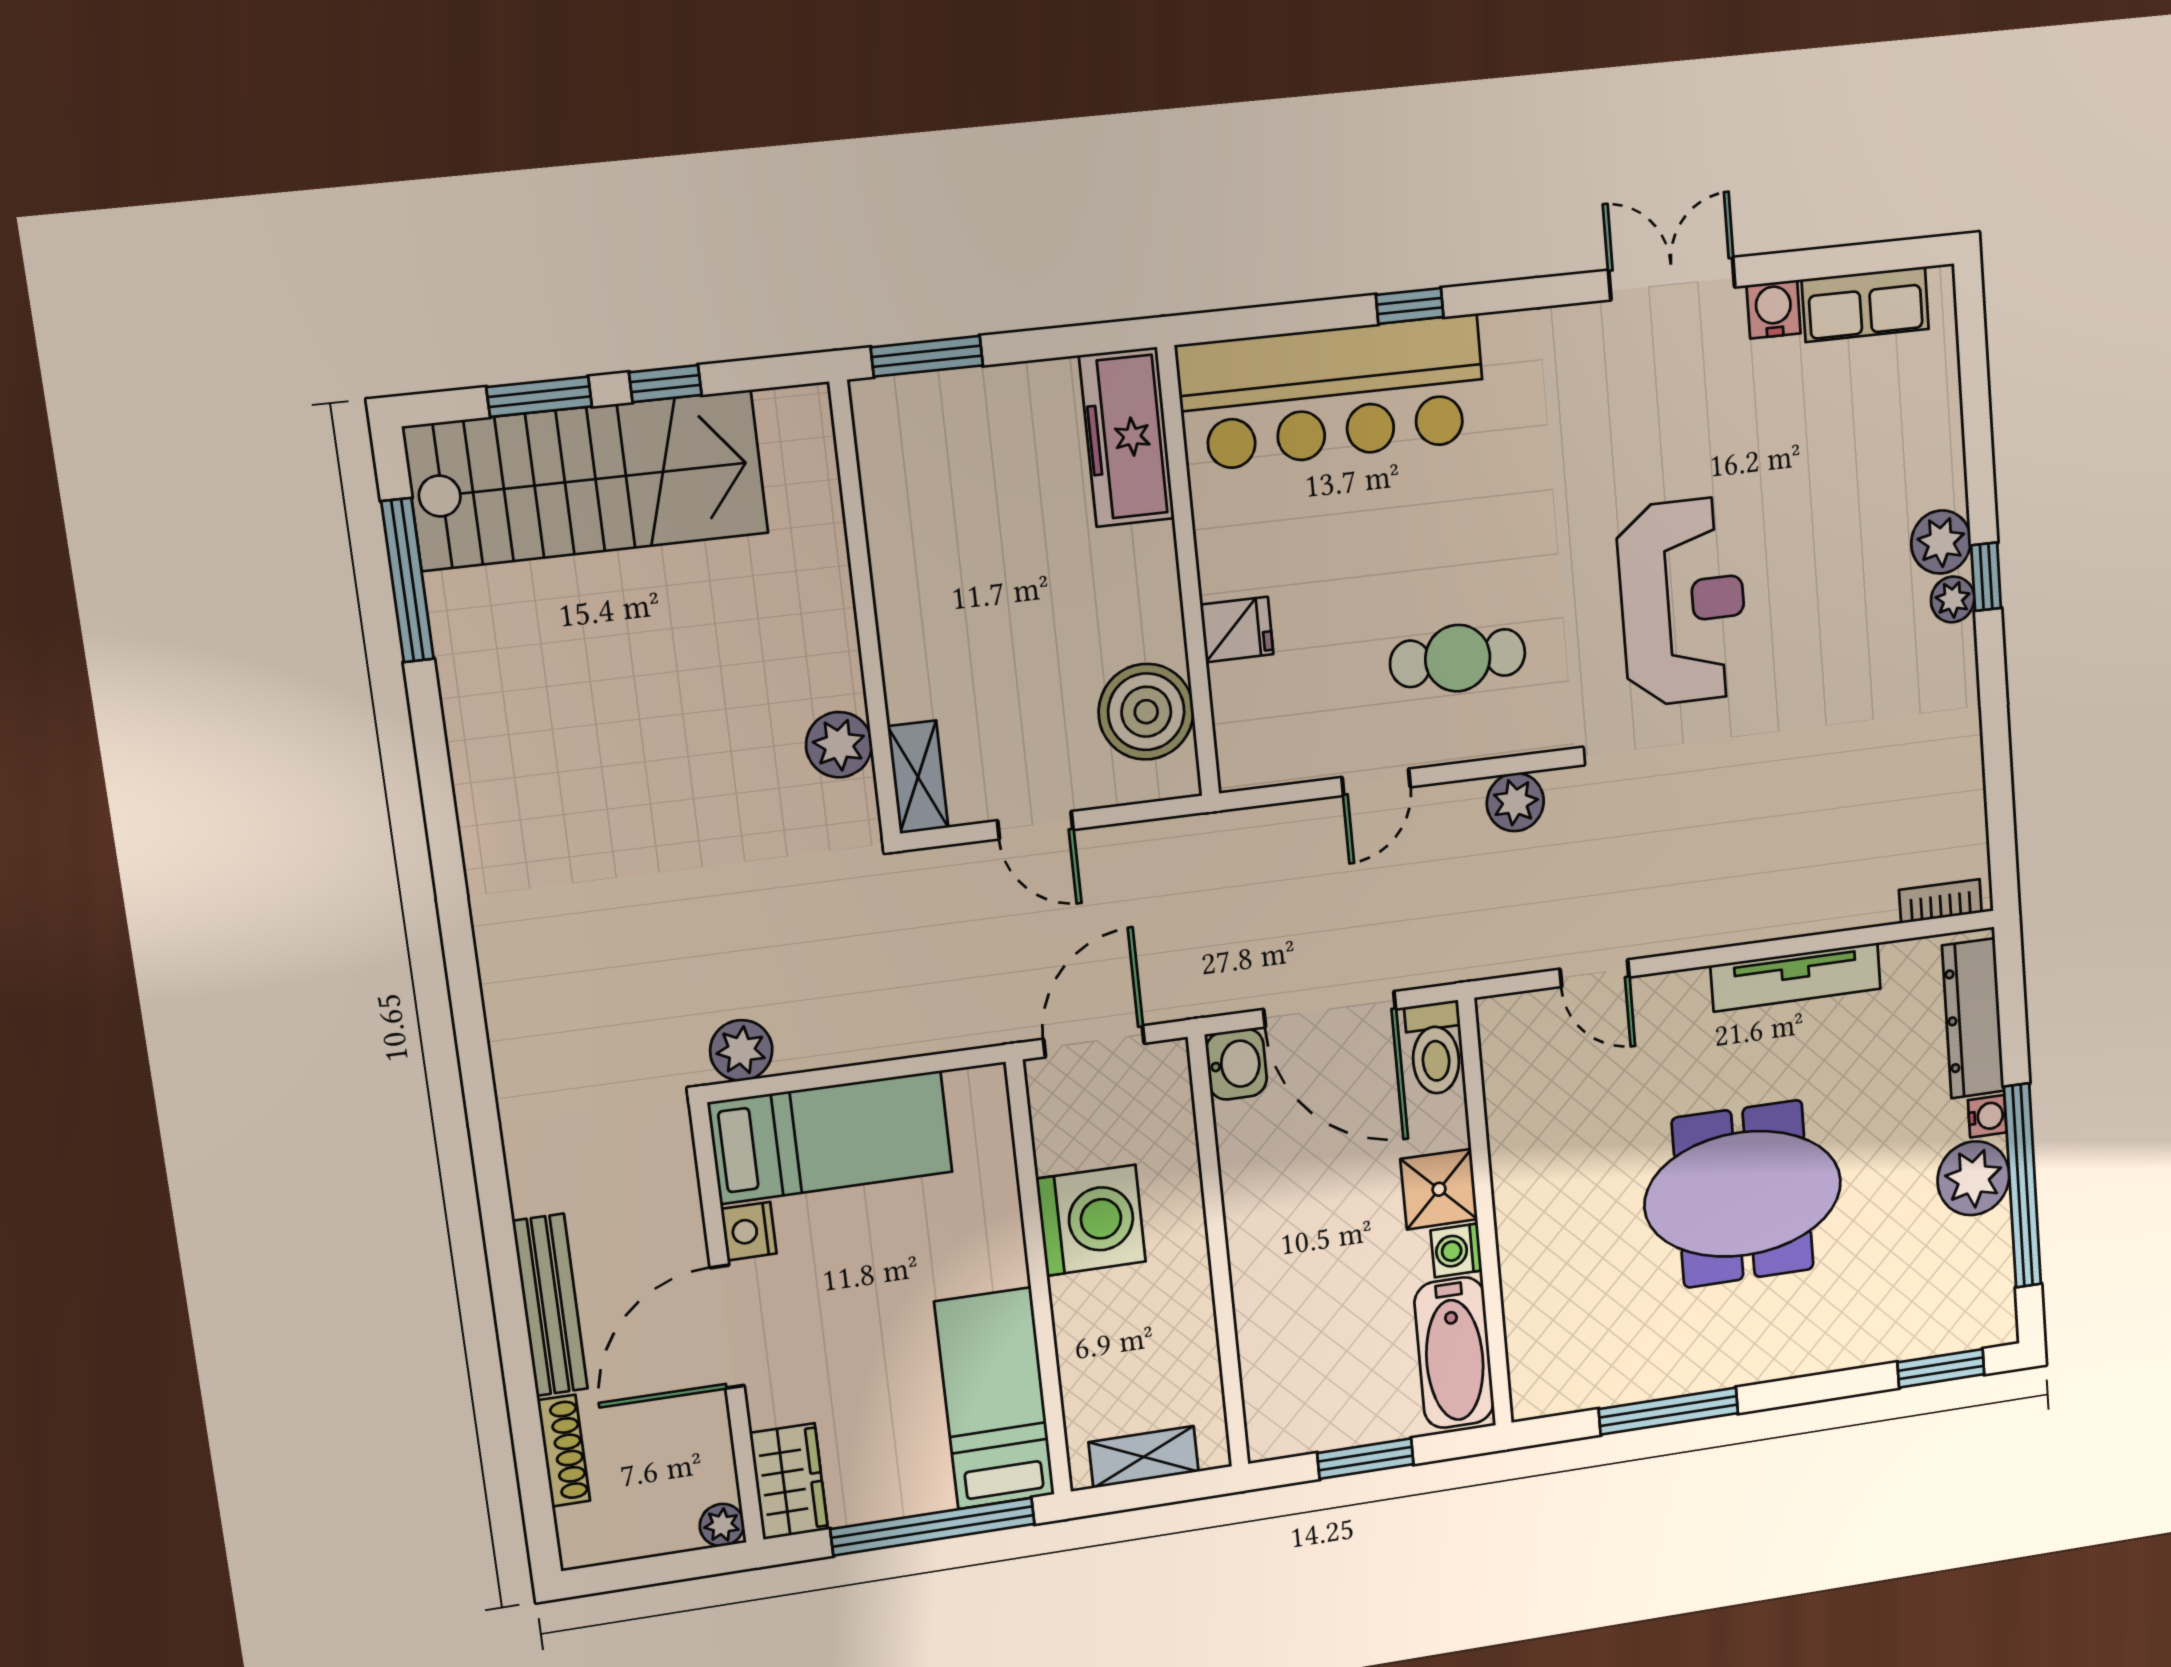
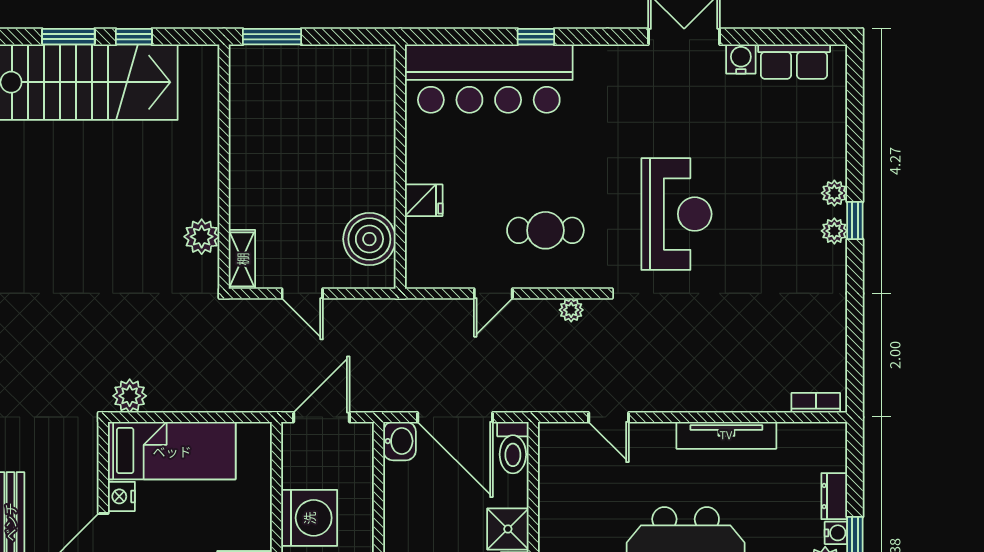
freezer: (1127, 437) -> (374, 90), removed
plant: (1941, 542) -> (834, 193), width x0.73, depth x0.73
plant: (1515, 802) -> (571, 310), width x0.73, depth x0.73
dresser: (1973, 1018) -> (834, 496), width x0.51, depth x0.80

